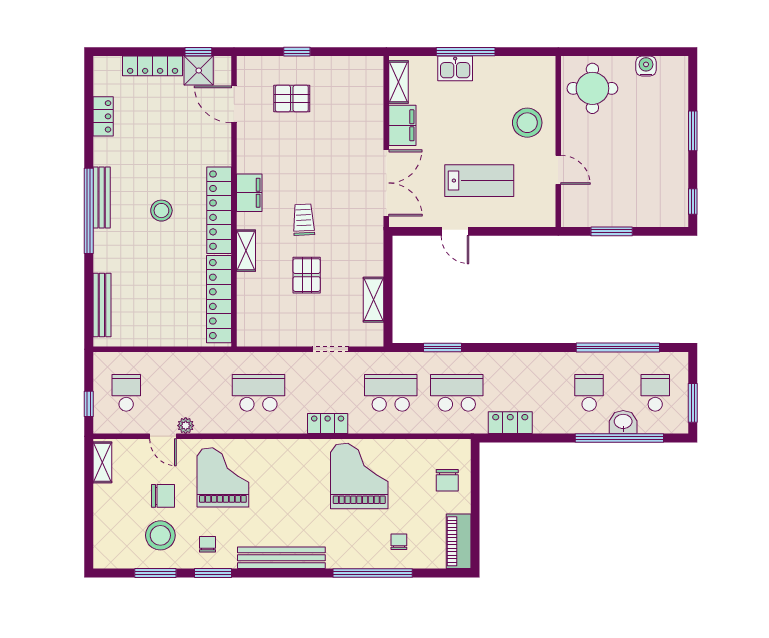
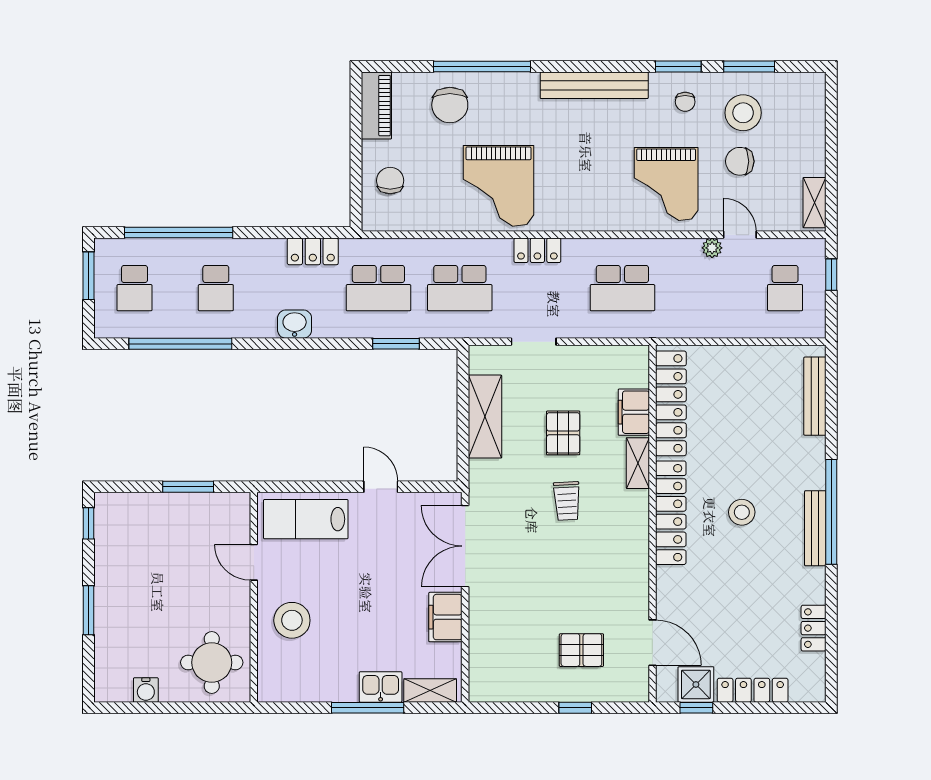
shelving: (399, 82) -> (430, 691), moved, turned 90
lab bench: (479, 181) -> (306, 519), moved
filing cabinet: (249, 193) -> (634, 412), moved
shelving: (374, 300) -> (485, 417), width x1.50, depth x1.33
washbasin: (623, 422) -> (295, 324), moved, turned 180
chair: (399, 542) -> (450, 105), width x1.87, depth x1.87

